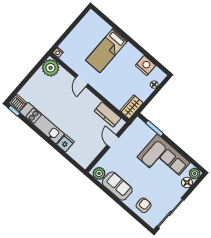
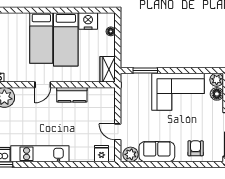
bed: (121, 65) -> (66, 39), added
door: (82, 81) -> (43, 85), hinge flipped
kitchen counter: (108, 115) -> (72, 95), moved
door: (113, 141) -> (118, 132), moved
fridge: (65, 143) -> (101, 154), moved

